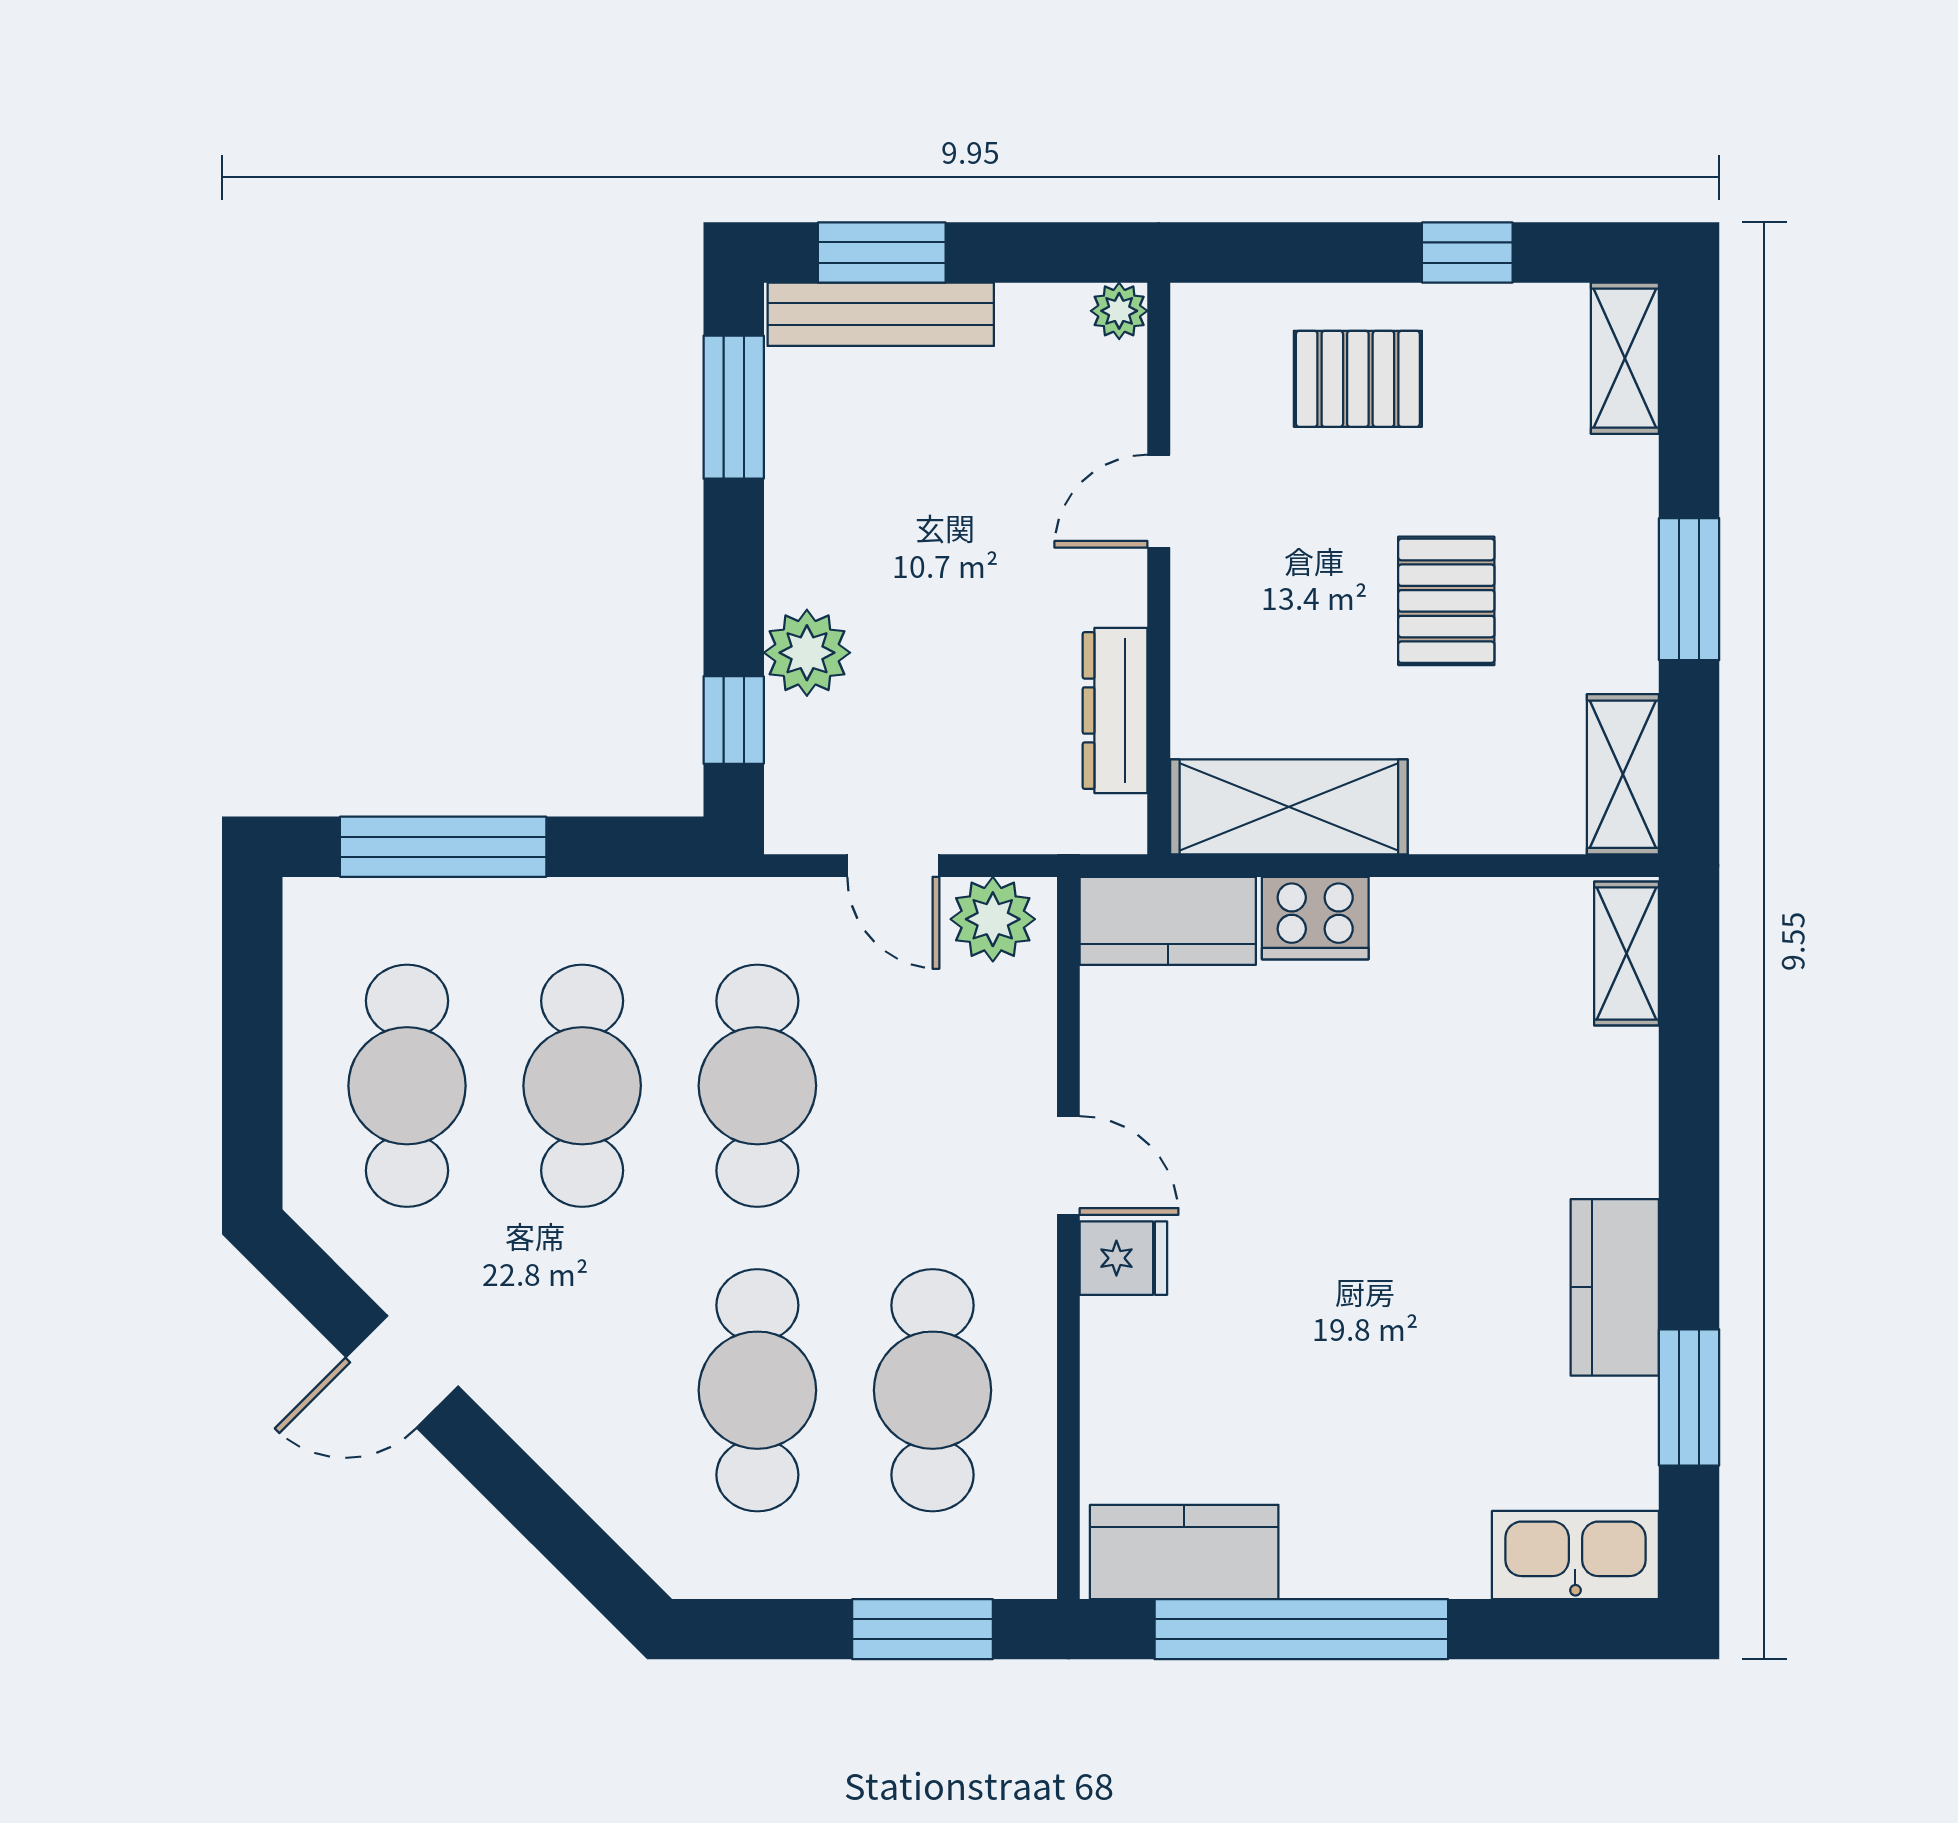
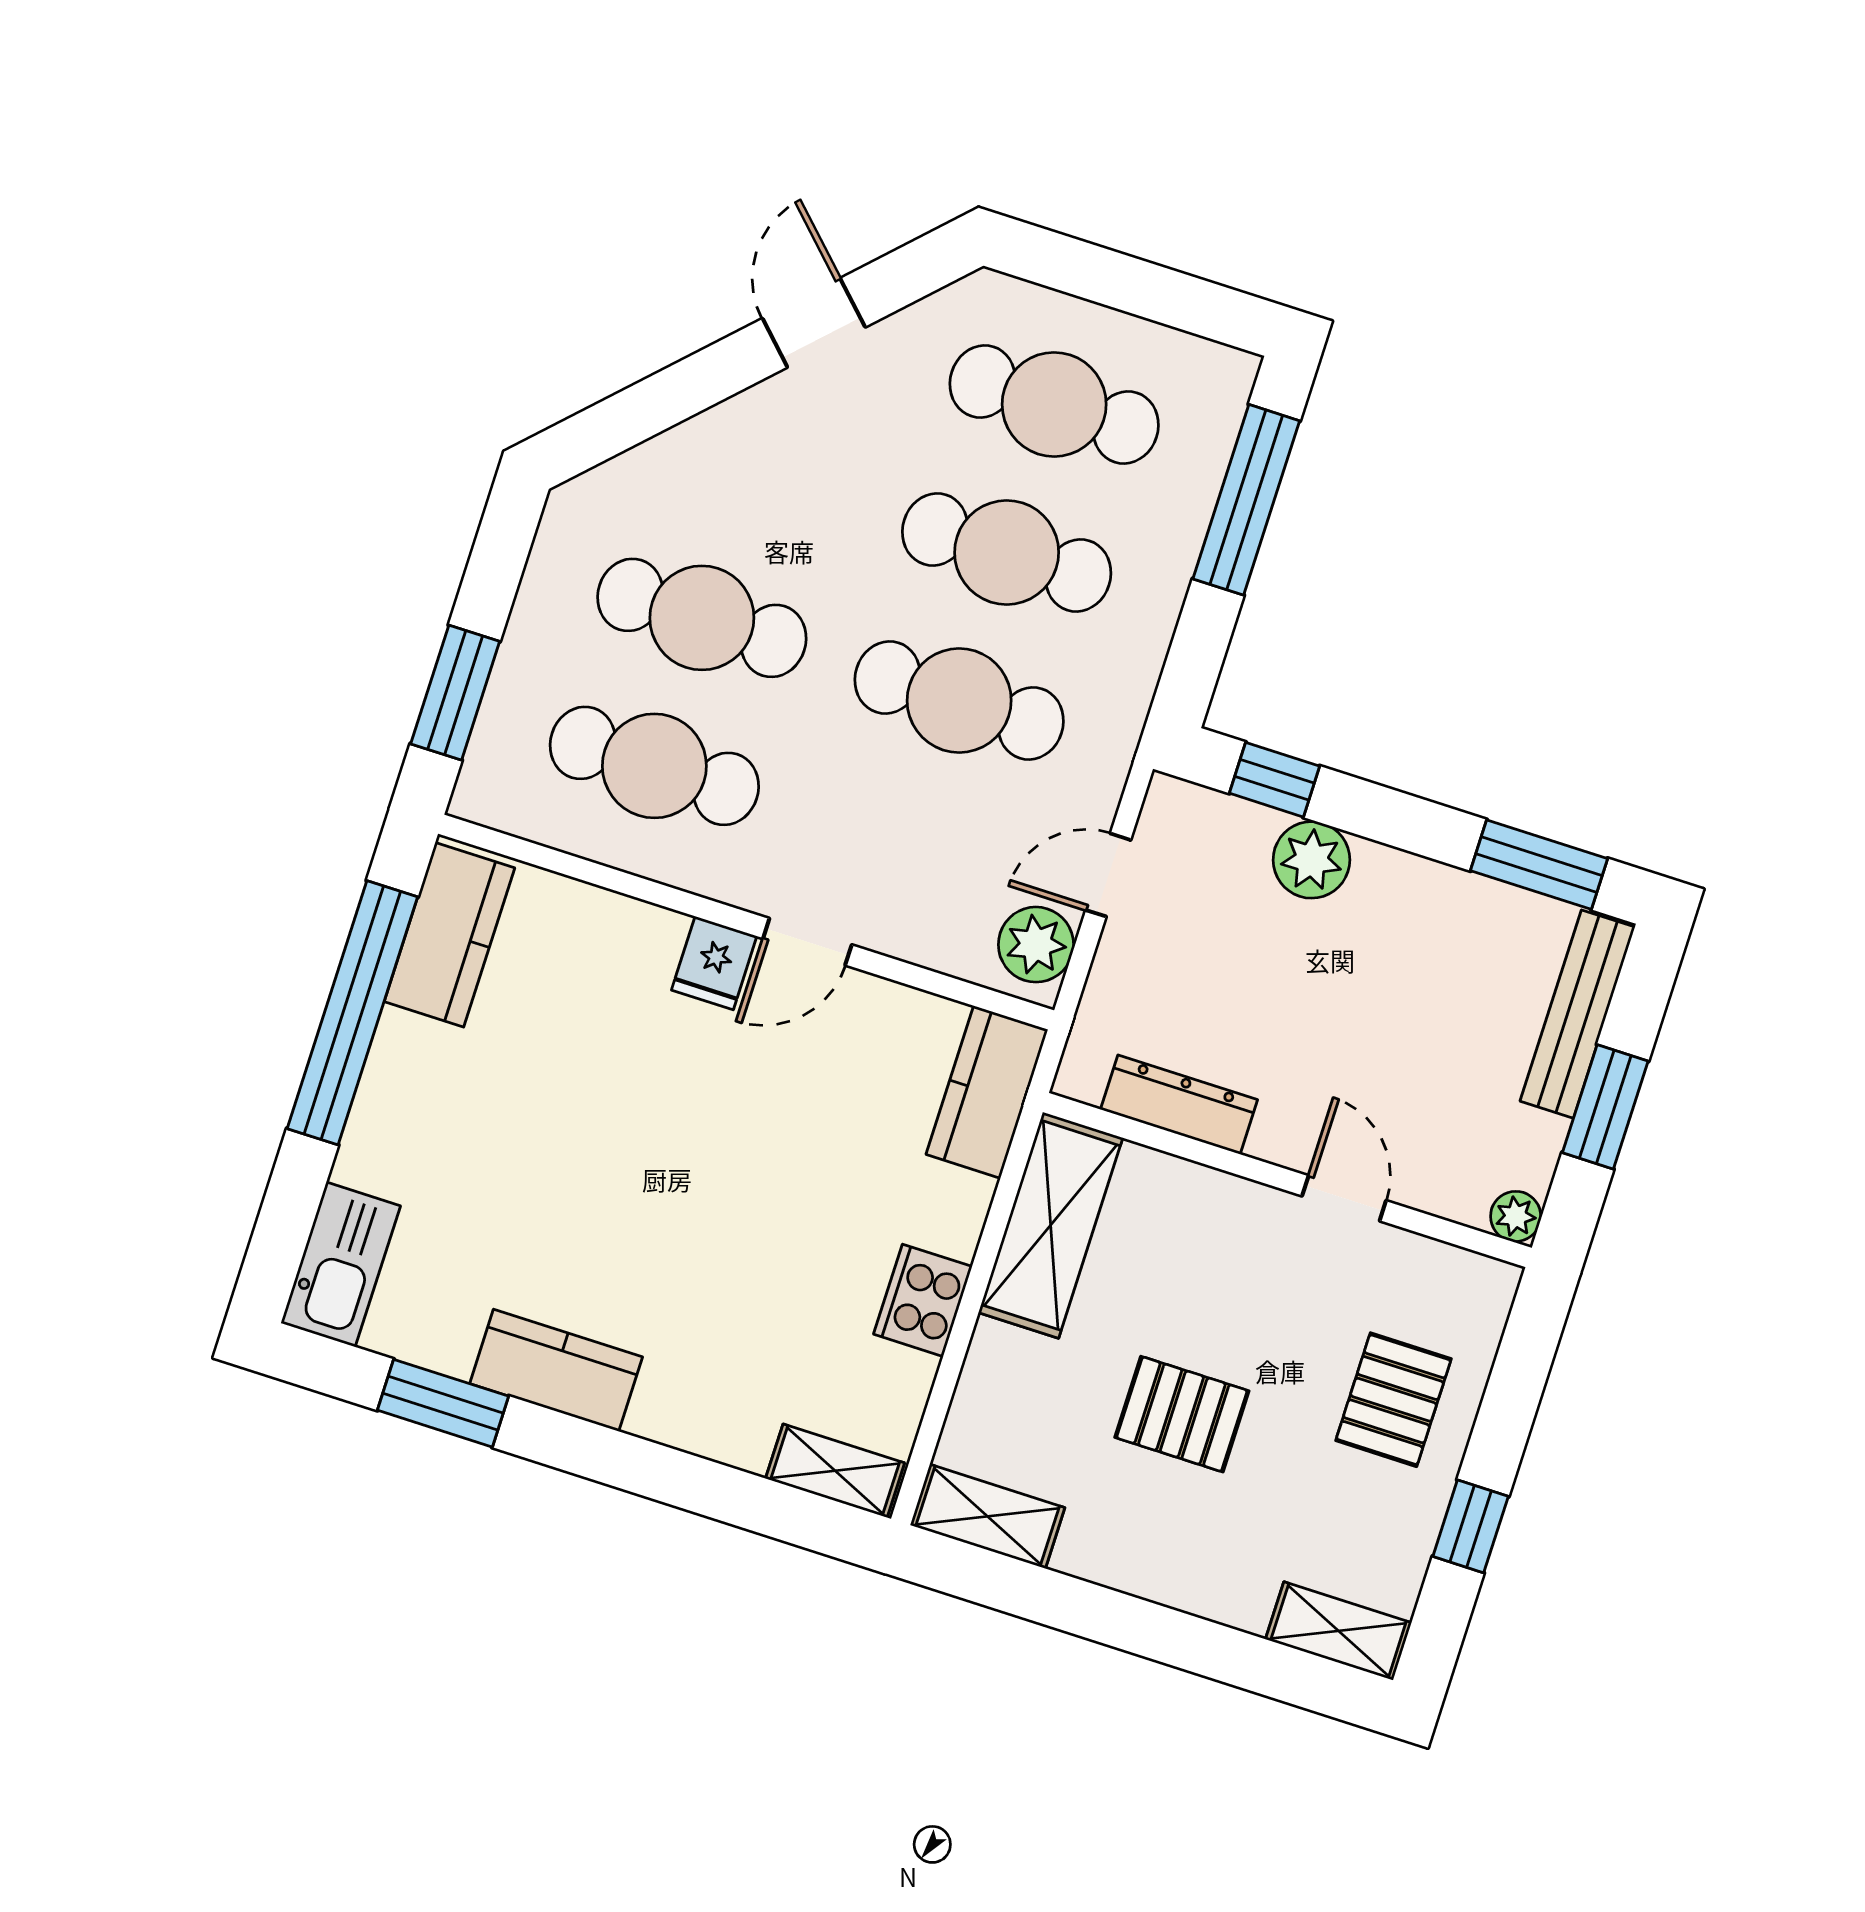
window: (882, 252) -> (1605, 1107), moved
window: (1689, 589) -> (1126, 1622), removed
cooker: (1315, 918) -> (923, 1300), moved

